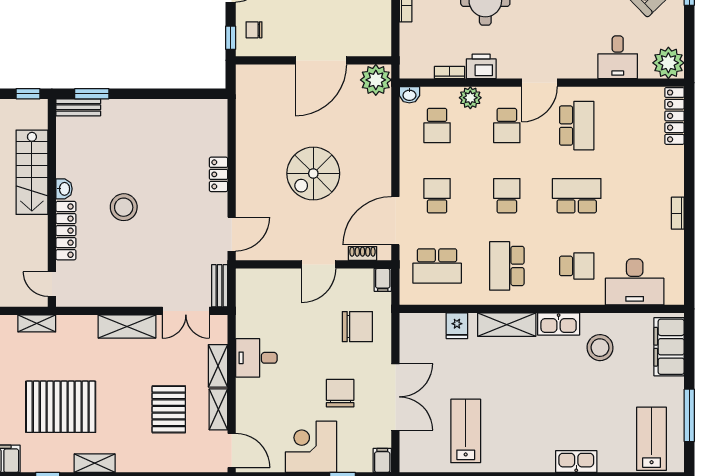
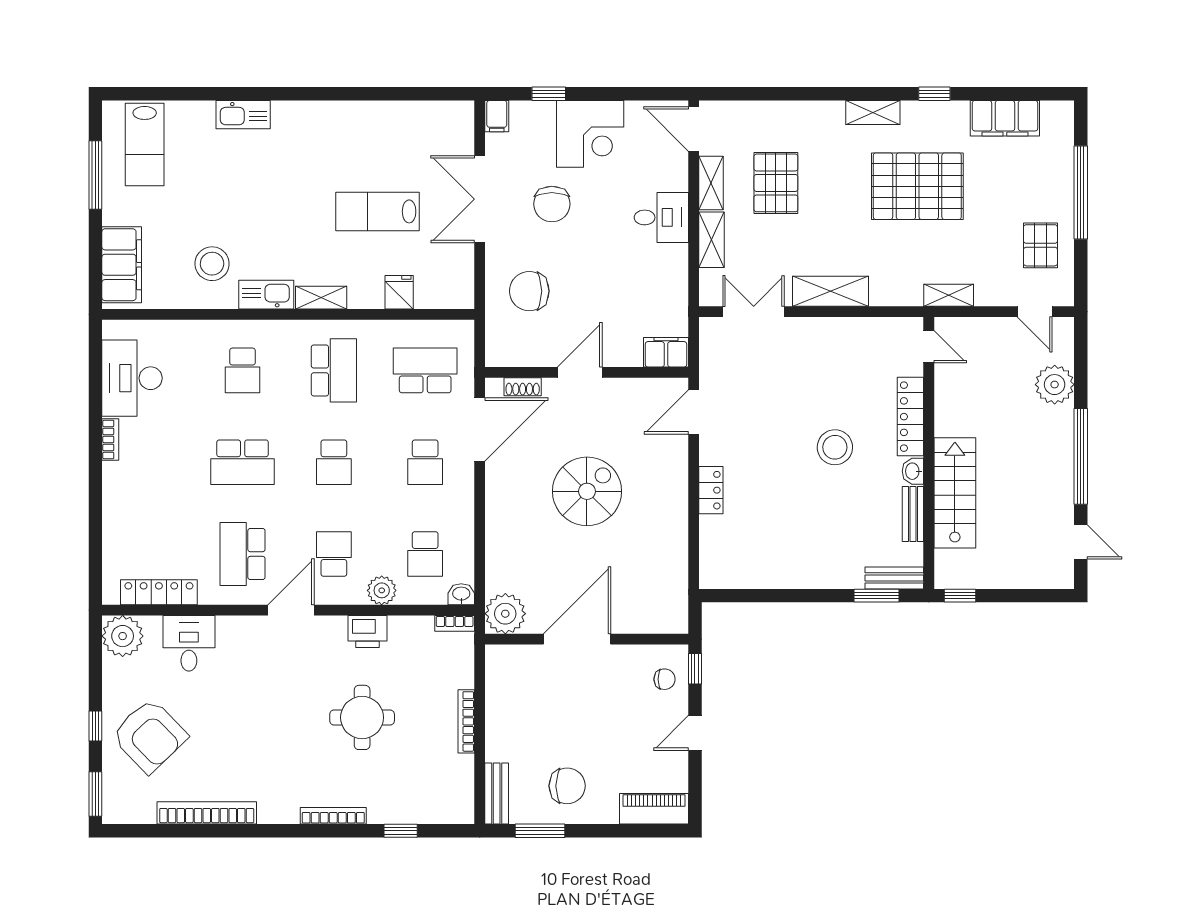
bookcase: (450, 73) -> (455, 623), moved
locker: (674, 116) -> (159, 592), moved, turned -90
school desk: (437, 126) -> (425, 554), turned 180
school desk: (577, 266) -> (243, 370), turned -90
filing cabinet: (383, 280) -> (666, 352), moved, width x2.00
desk: (635, 282) -> (132, 378), moved, turned -90
bench: (220, 286) -> (913, 514), moved
shelving: (507, 325) -> (321, 298), width x0.67, depth x0.75
desk: (256, 358) -> (661, 217), moved
lab bench: (466, 431) -> (377, 211), moved, turned 90

